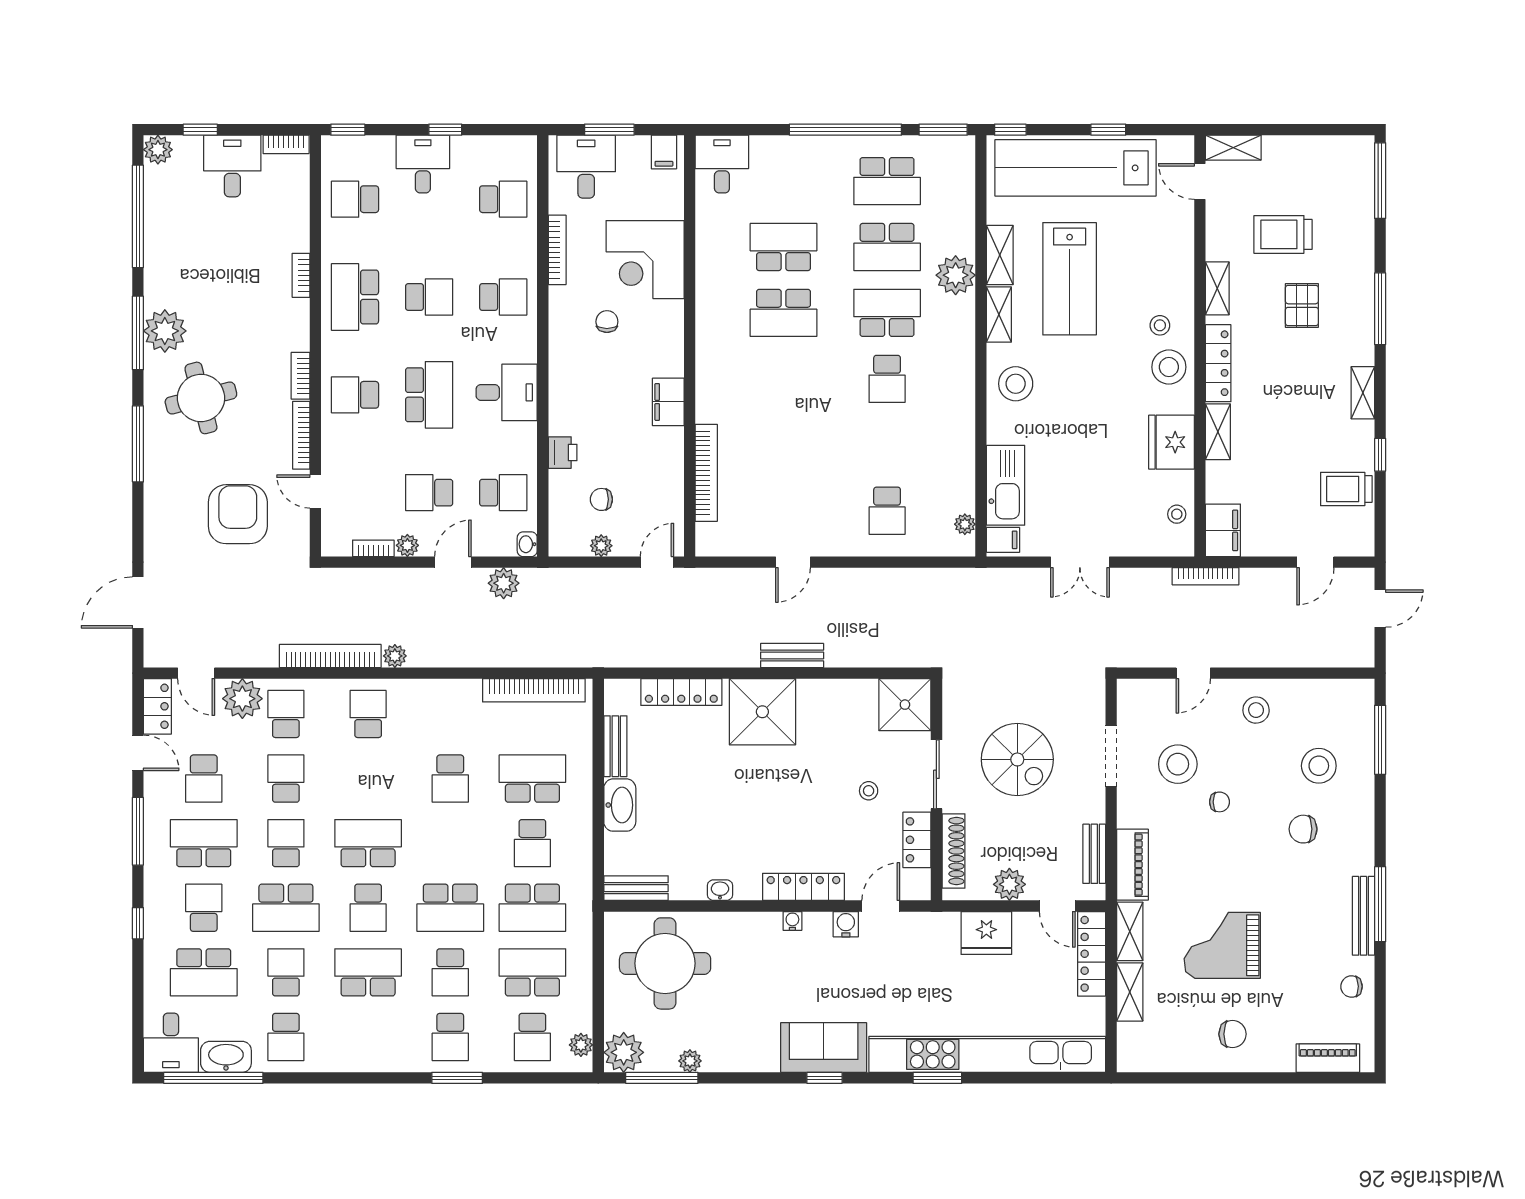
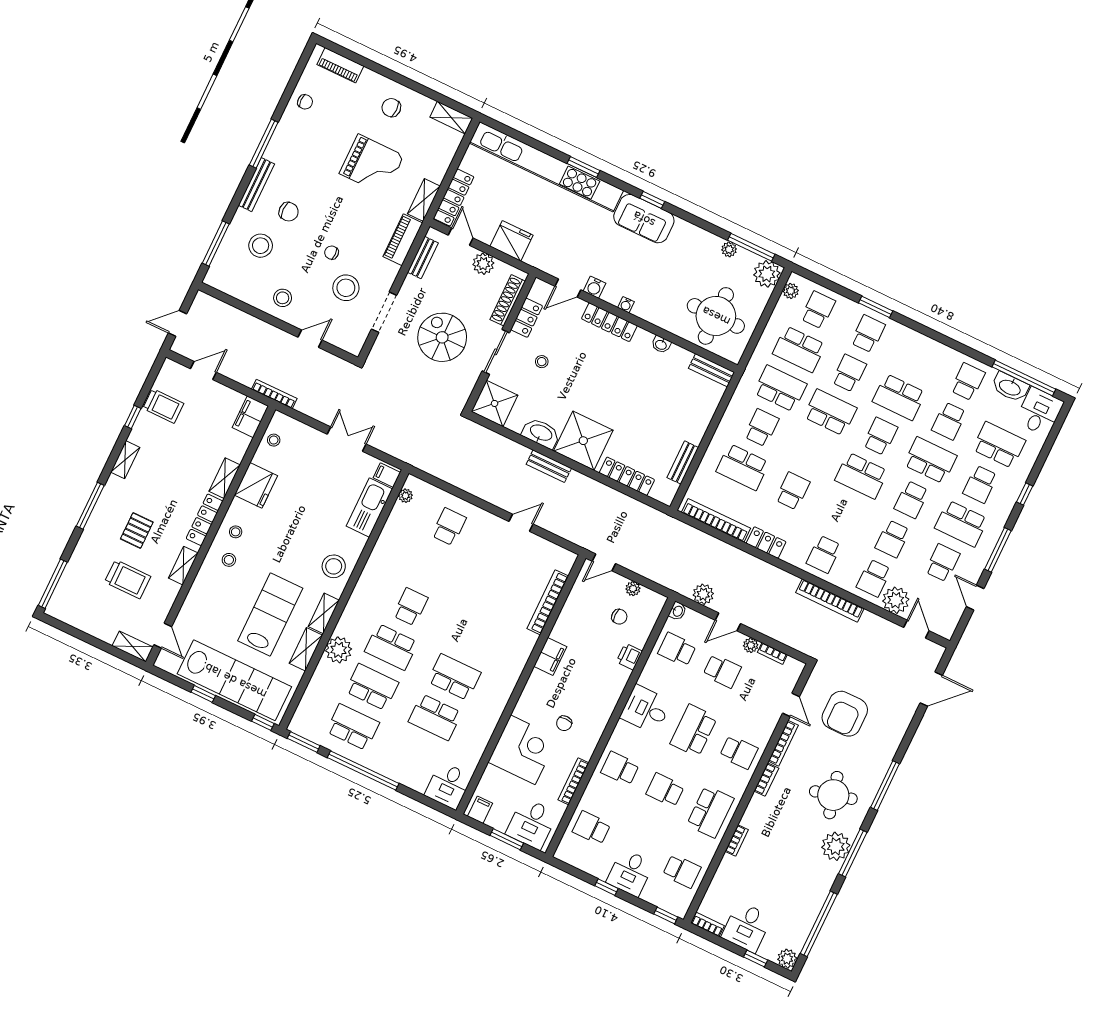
stool: (1169, 367) -> (236, 532), width x0.53, depth x0.53
plant: (395, 656) -> (791, 582), removed
locker: (157, 706) -> (766, 543), moved, turned 90
washbasin: (620, 805) -> (541, 433), moved, turned 90
bench: (1364, 916) -> (256, 185), moved
shelving: (1130, 992) -> (451, 118), moved, turned 90

